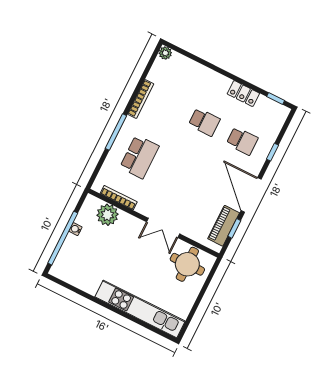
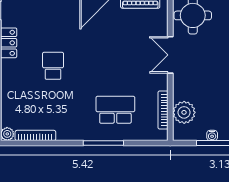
bookcase: (141, 99) -> (35, 135), moved
school desk: (242, 141) -> (53, 22), removed
double door: (163, 228) -> (170, 55), swing flipped

